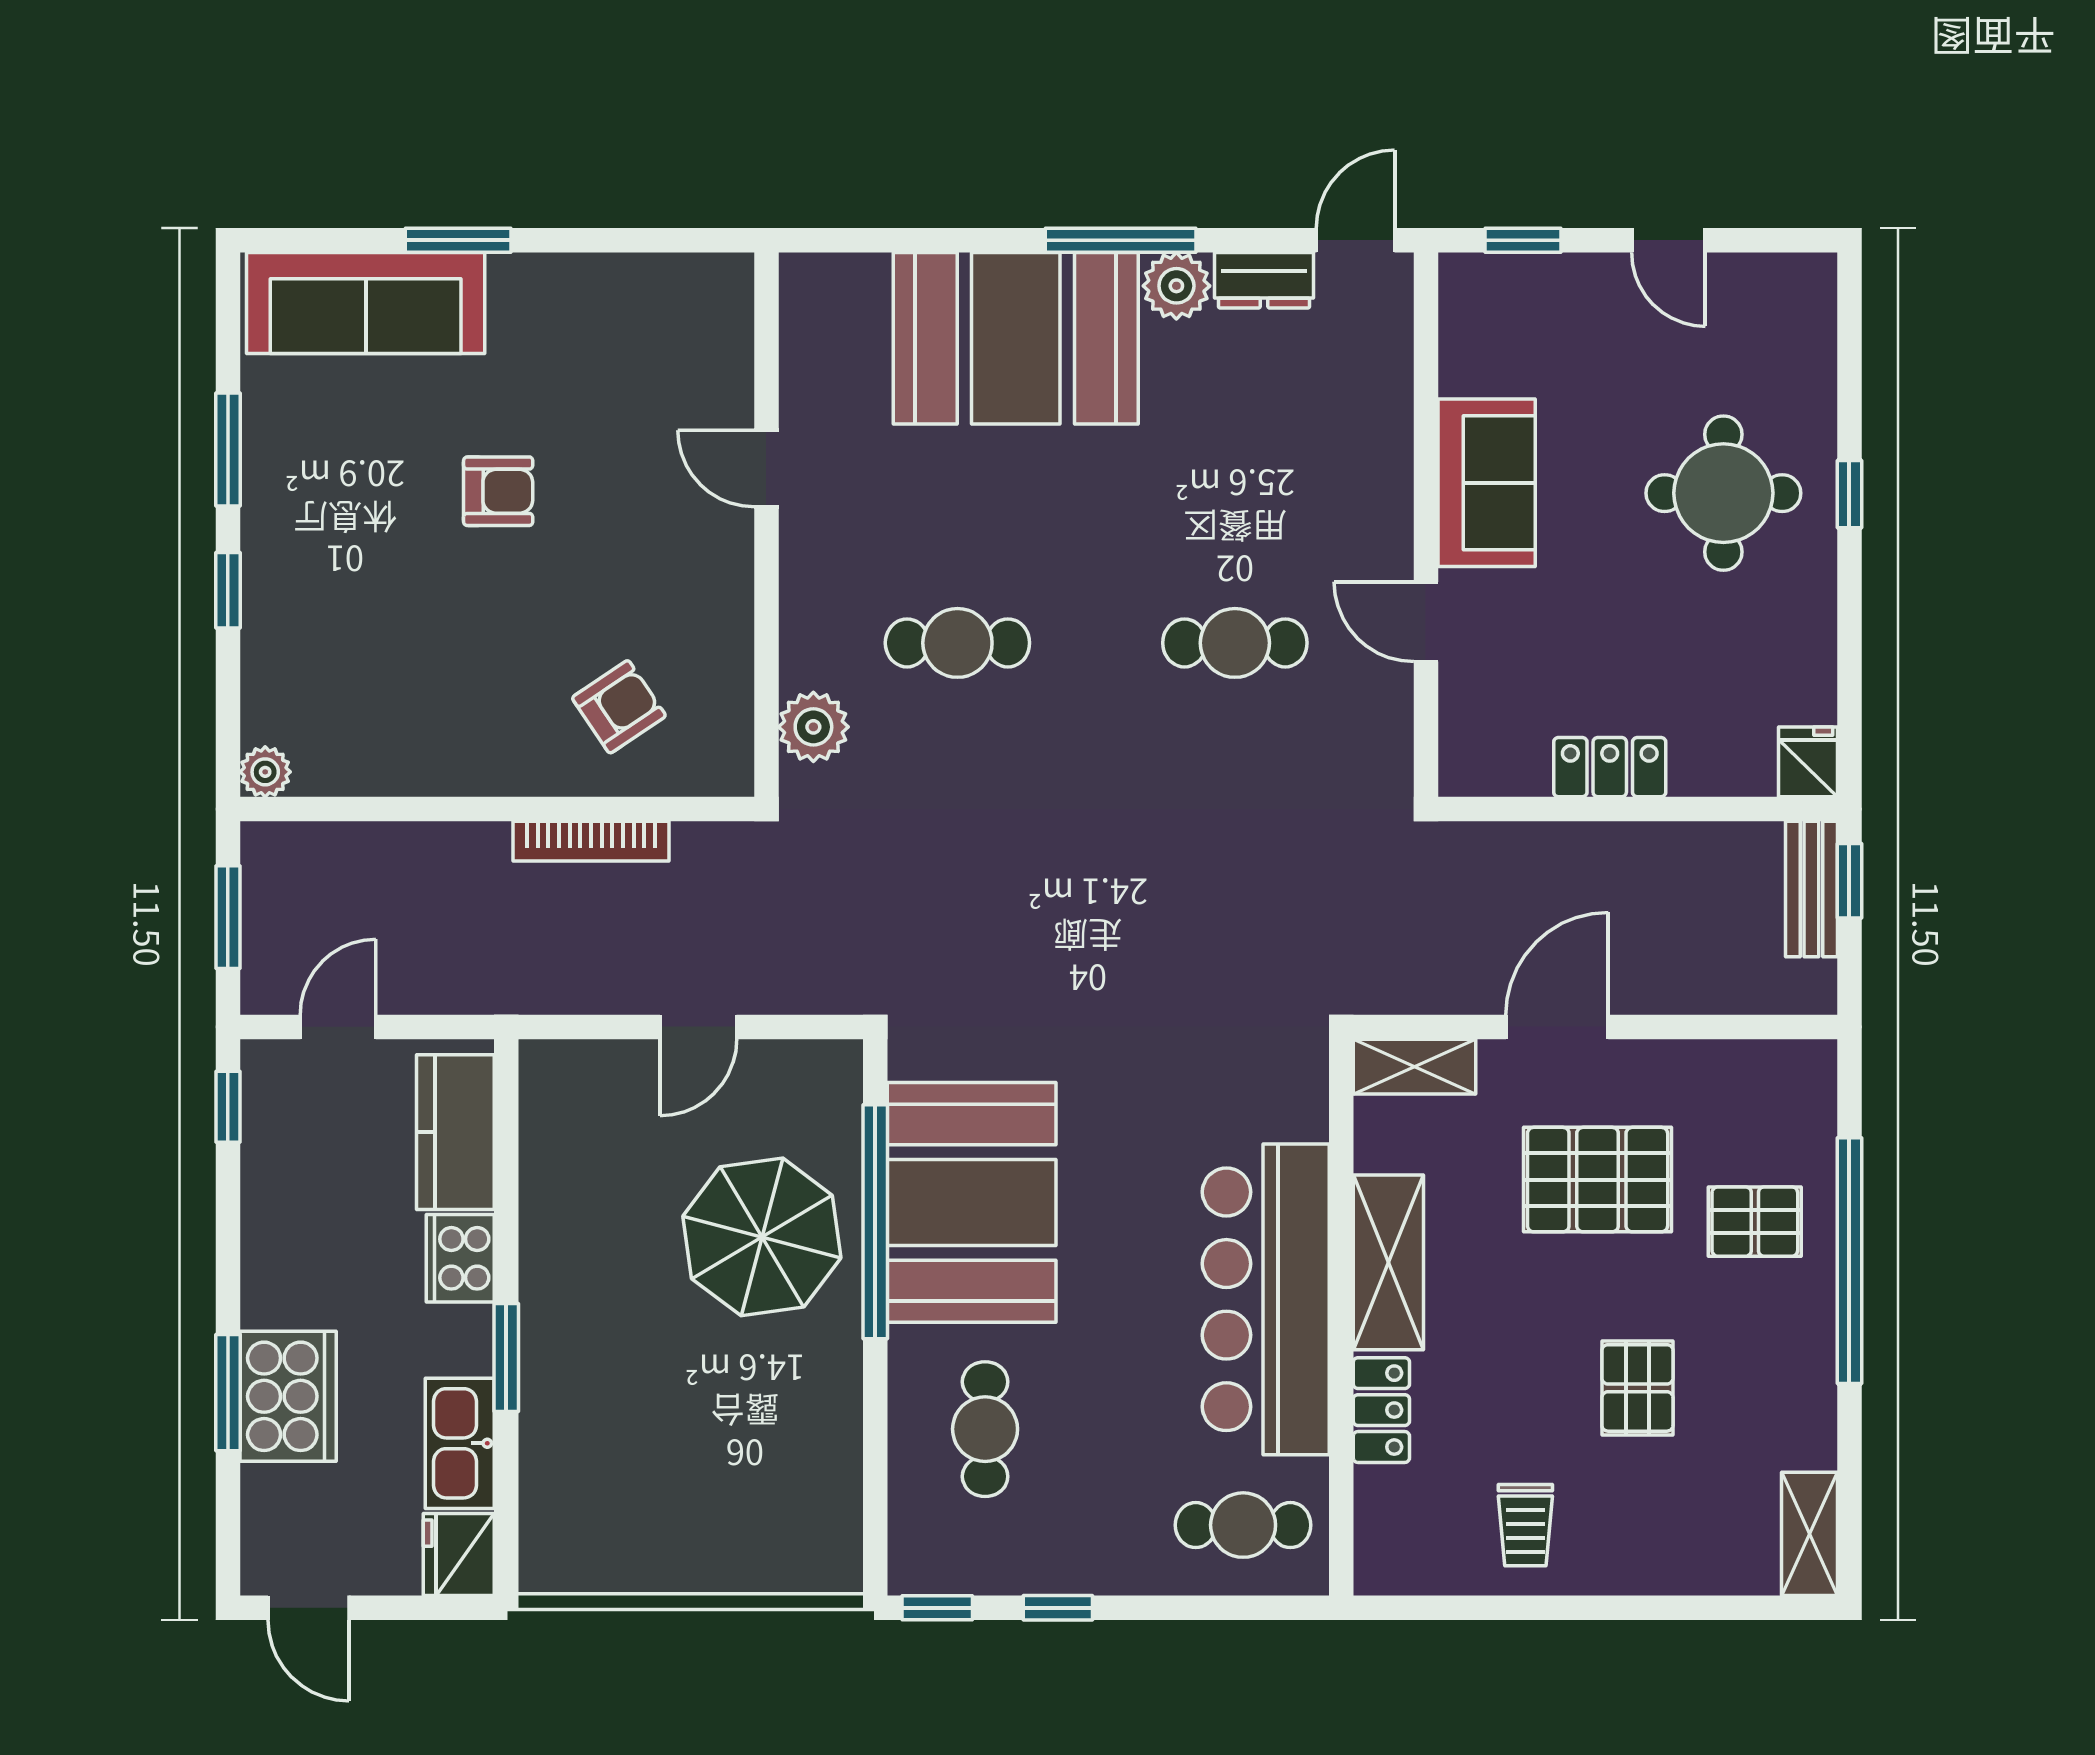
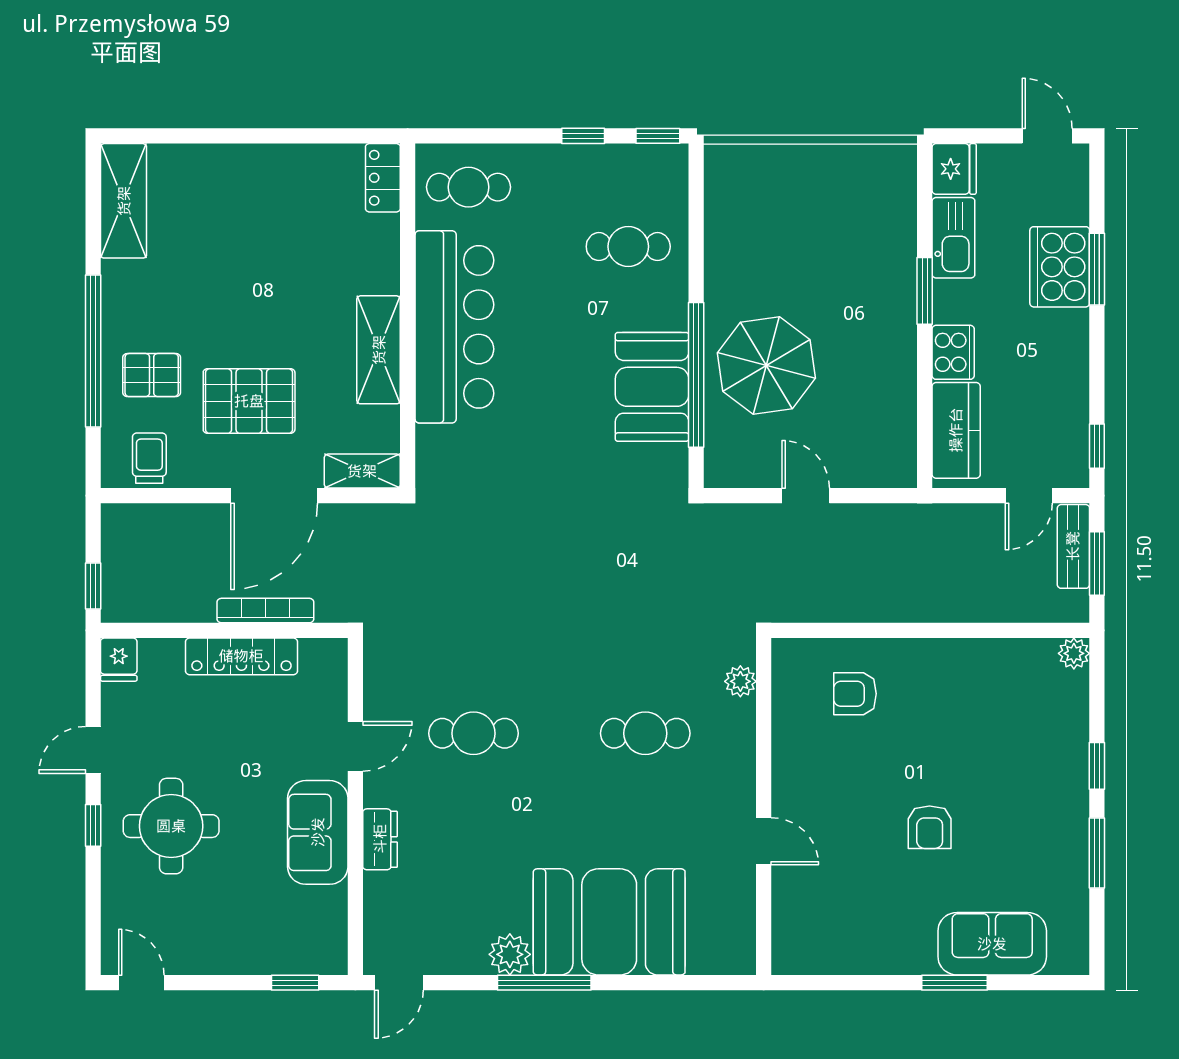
door: (1668, 240) -> (141, 983), moved
dresser: (1264, 280) -> (380, 839), moved, turned 90
sofa: (366, 303) -> (992, 944), width x0.73
armchair: (498, 491) -> (930, 827), turned -90
door: (1849, 616) -> (93, 750), added
door: (1426, 622) -> (355, 746), hinge flipped
armchair: (619, 707) -> (855, 694), turned 34
plant: (813, 727) -> (740, 681), width x0.73, depth x0.73
locker: (1610, 767) -> (241, 656), width x1.53
bookcase: (591, 841) -> (265, 611), moved
bench: (1811, 889) -> (1073, 546), moved
door: (698, 1027) -> (806, 496), hinge flipped
door: (1557, 1027) -> (274, 496), width x1.36
booth: (972, 1202) -> (652, 387), width x0.73, depth x0.70
pallet: (1637, 1388) -> (224, 272), removed
locker: (1381, 1410) -> (383, 178), moved
cafe table: (985, 1429) -> (628, 247), turned 90
trolley: (1525, 1525) -> (149, 458), moved
shelving: (1810, 1534) -> (124, 201), width x1.50, depth x1.33

